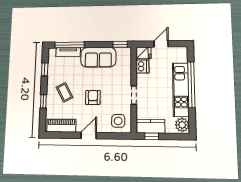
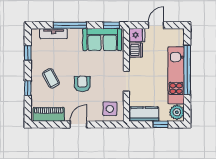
window: (70, 45) -> (70, 25), moved
sofa: (98, 57) -> (102, 40), moved
window: (152, 136) -> (161, 124), moved

